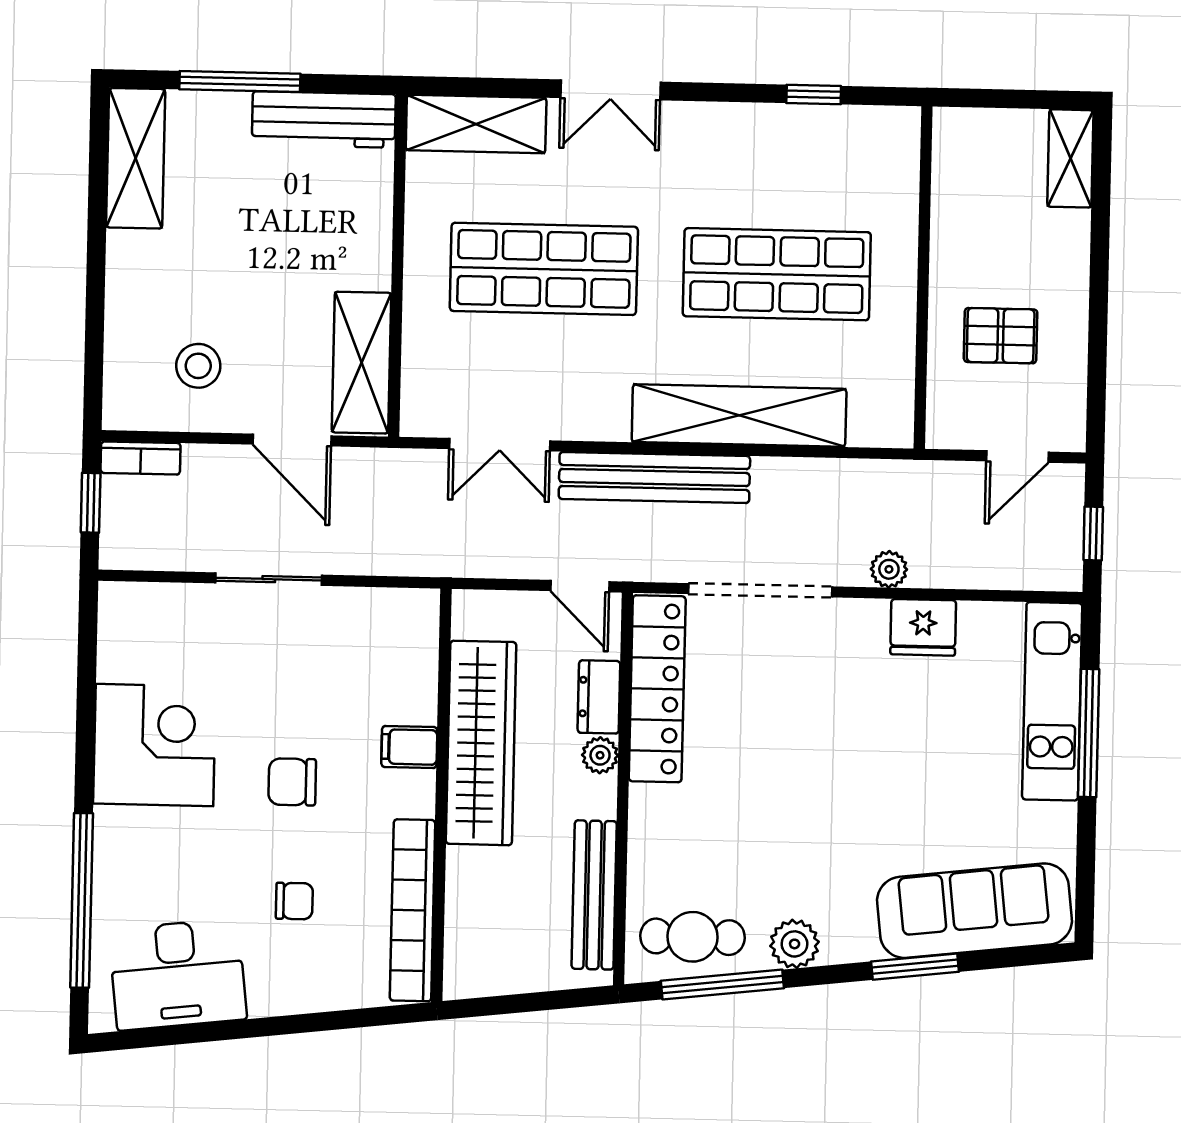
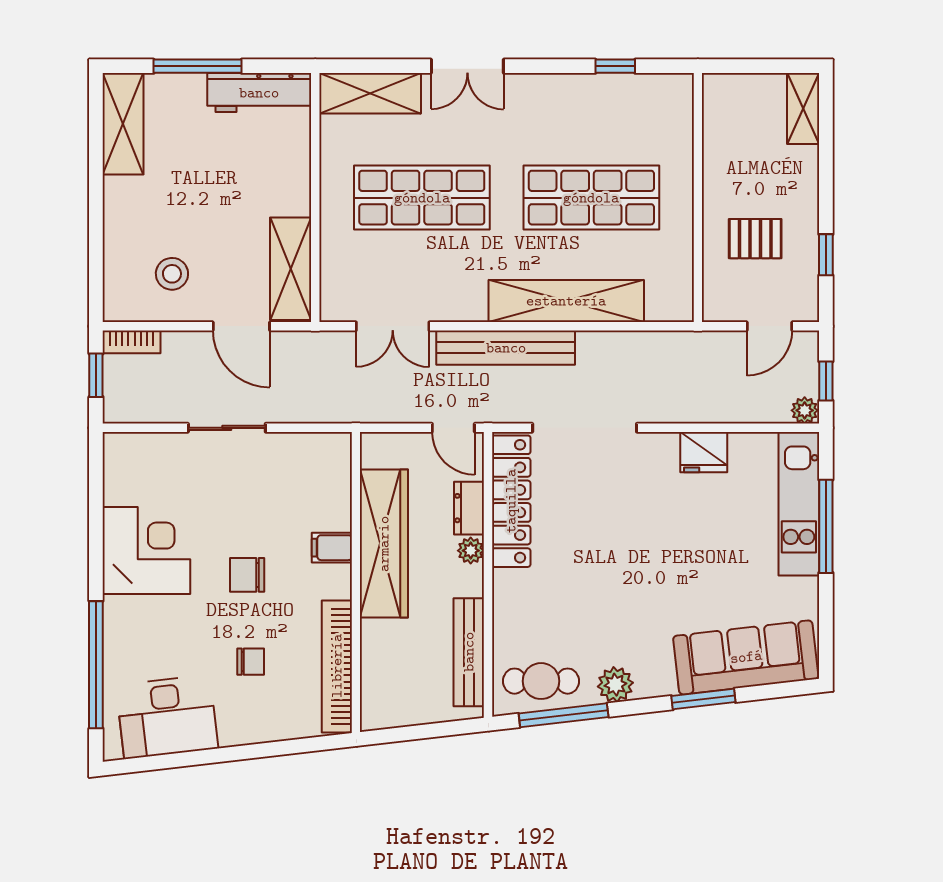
window: (1097, 360) -> (826, 255), added
plant: (889, 569) -> (805, 410), moved

